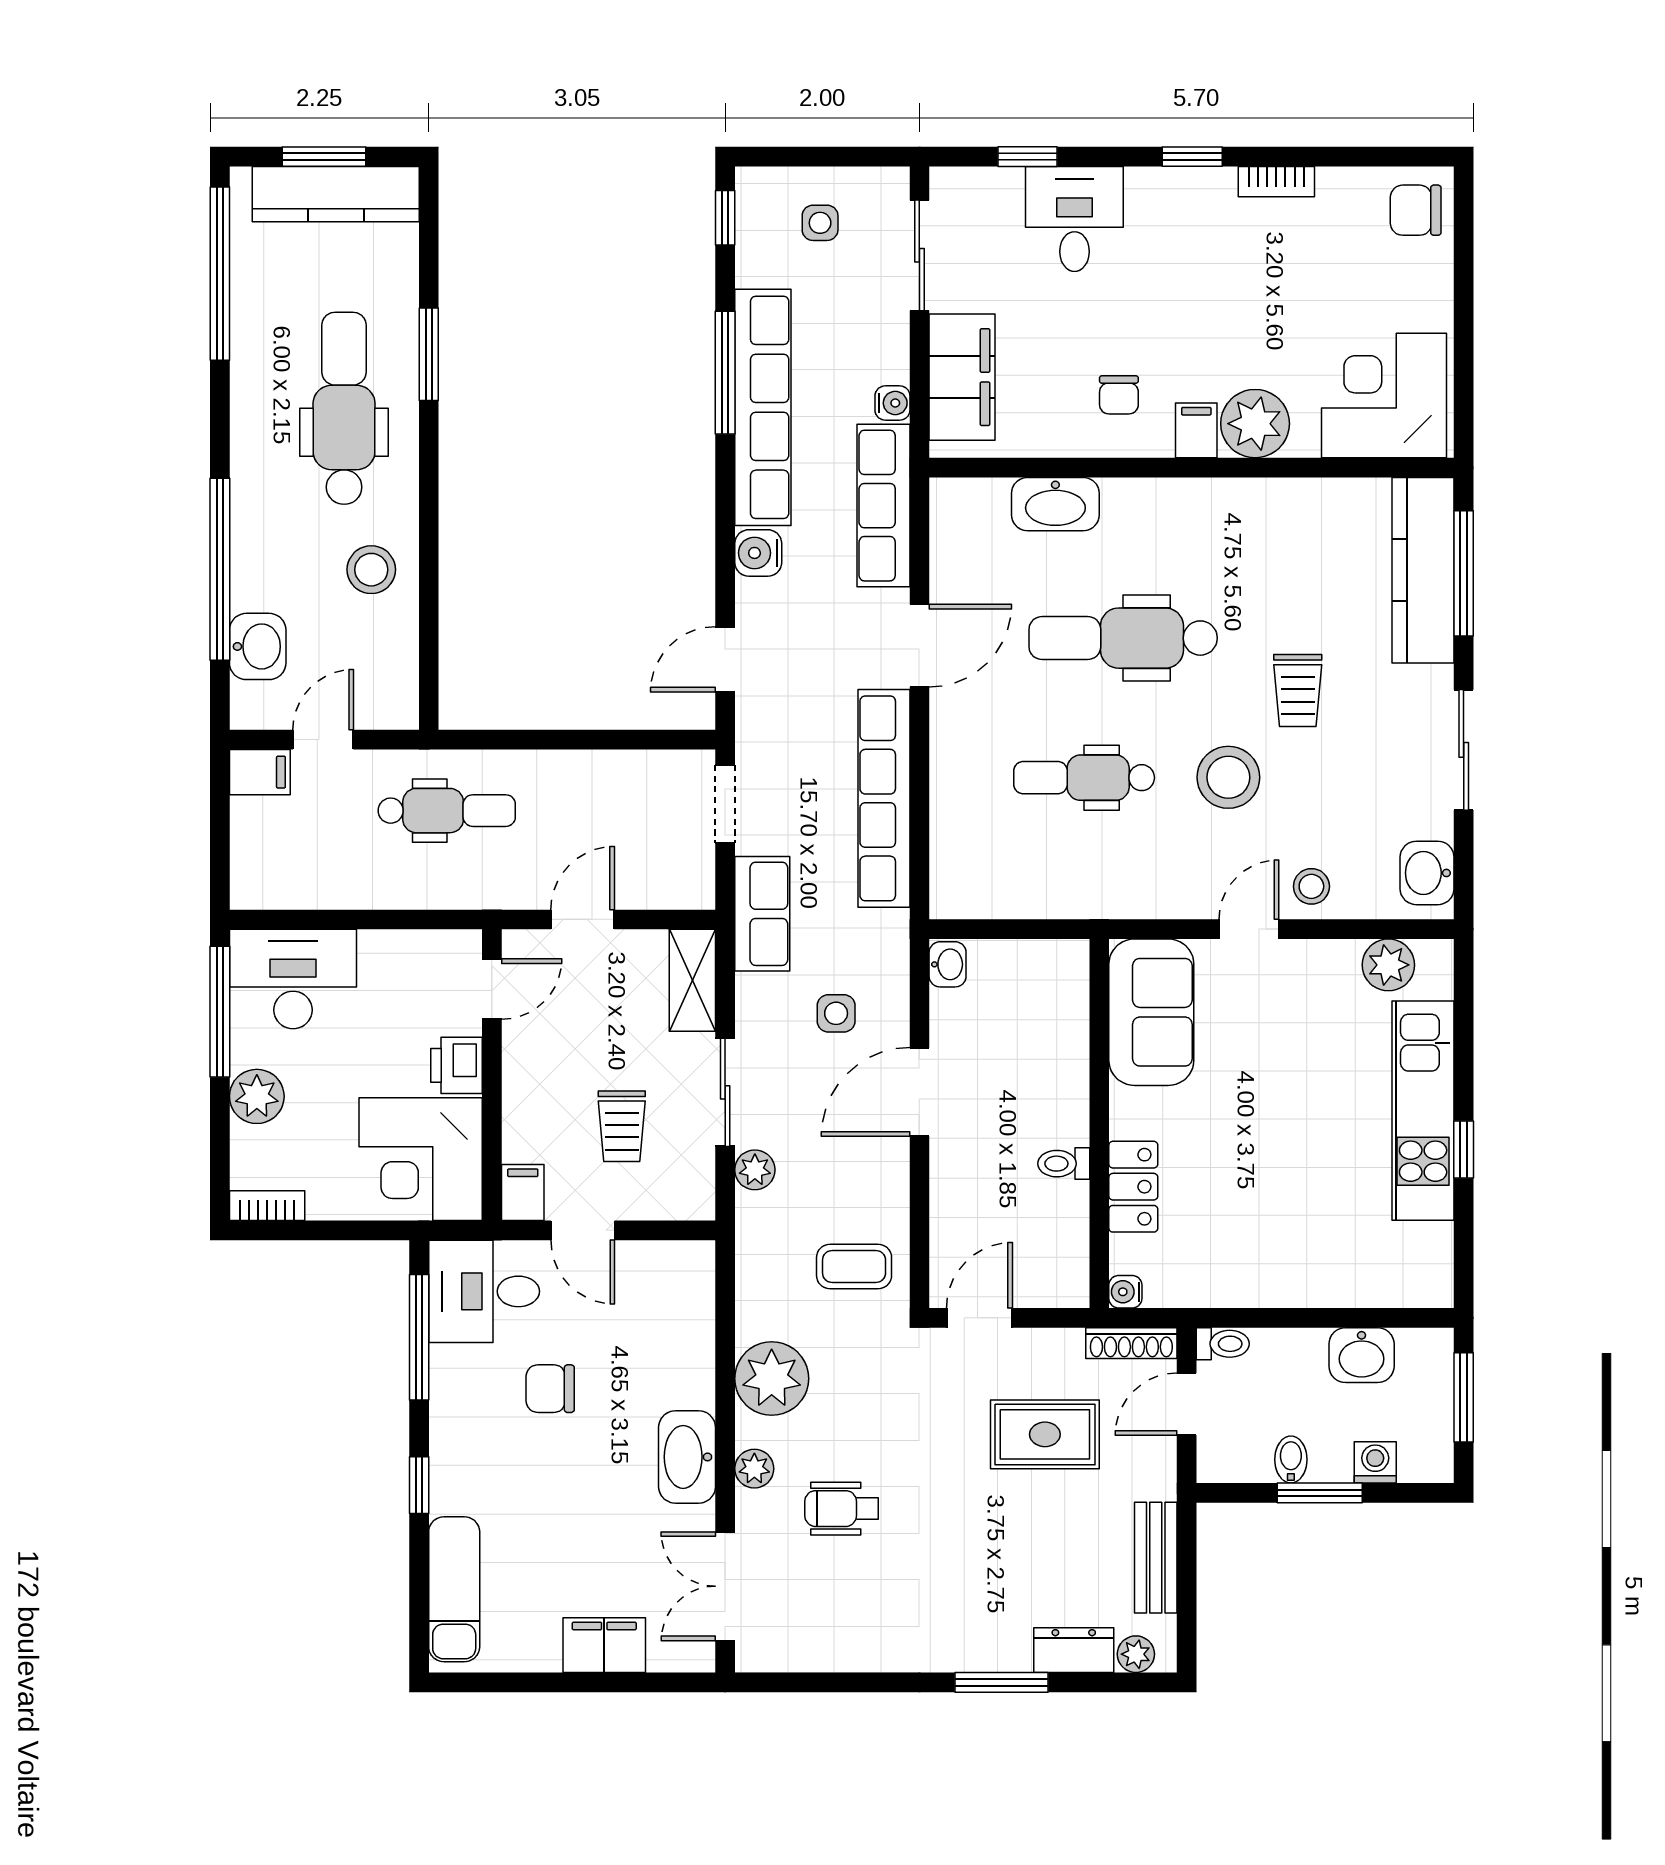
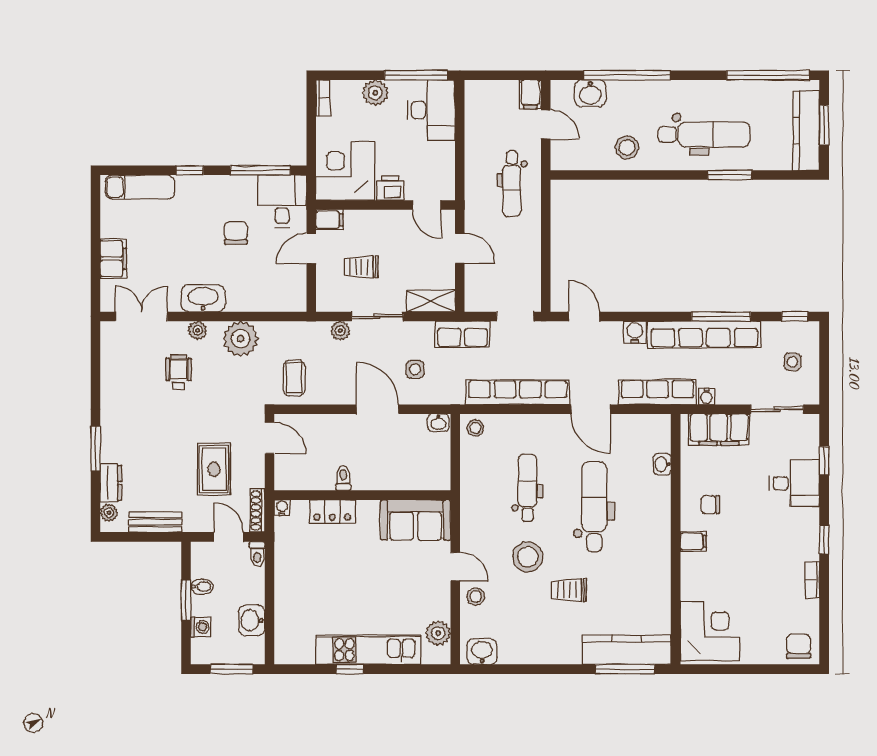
plant: (1255, 424) -> (697, 570), removed
washbasin: (1055, 504) -> (662, 464), width x0.52, depth x0.69
sliding door: (1464, 750) -> (541, 669), removed
stool: (959, 887) -> (475, 428), added

